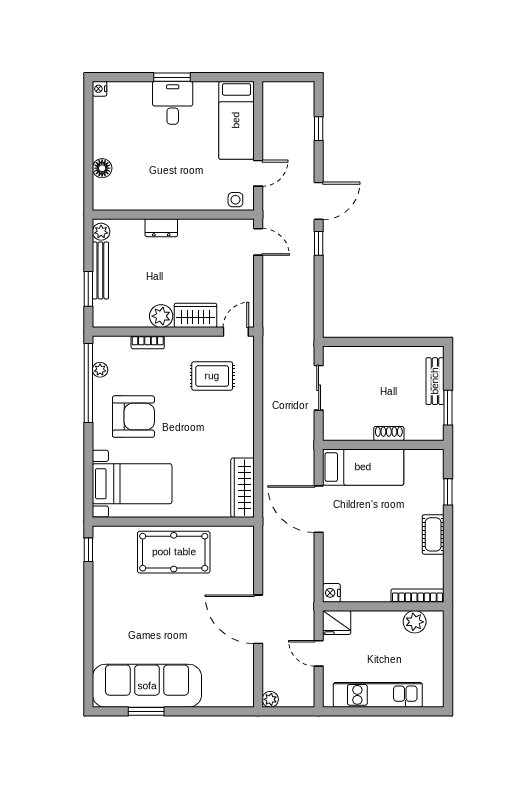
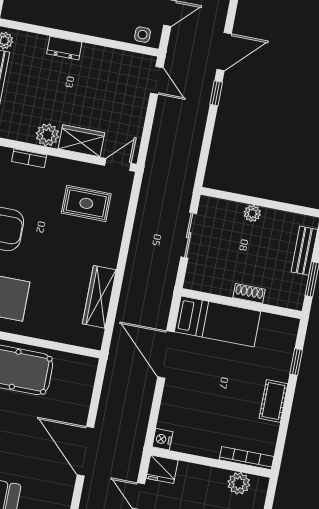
plant: (377, 354) -> (252, 213), added
wardrobe: (243, 488) -> (99, 297), moved

